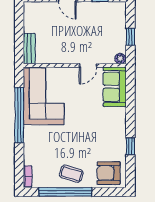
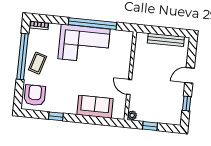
bench: (29, 49) -> (166, 40), moved, width x1.36
sofa: (115, 87) -> (95, 107), moved
corner sofa: (44, 96) -> (84, 44), moved

